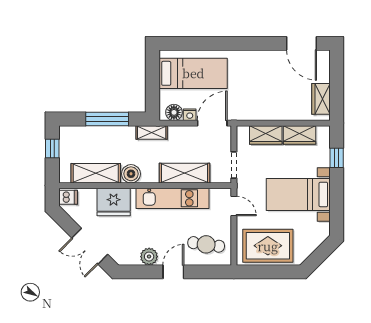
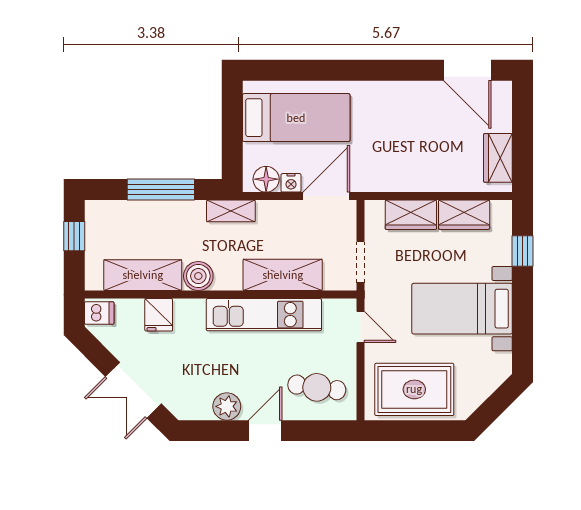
fridge: (114, 202) -> (159, 315), width x0.53, depth x0.75

